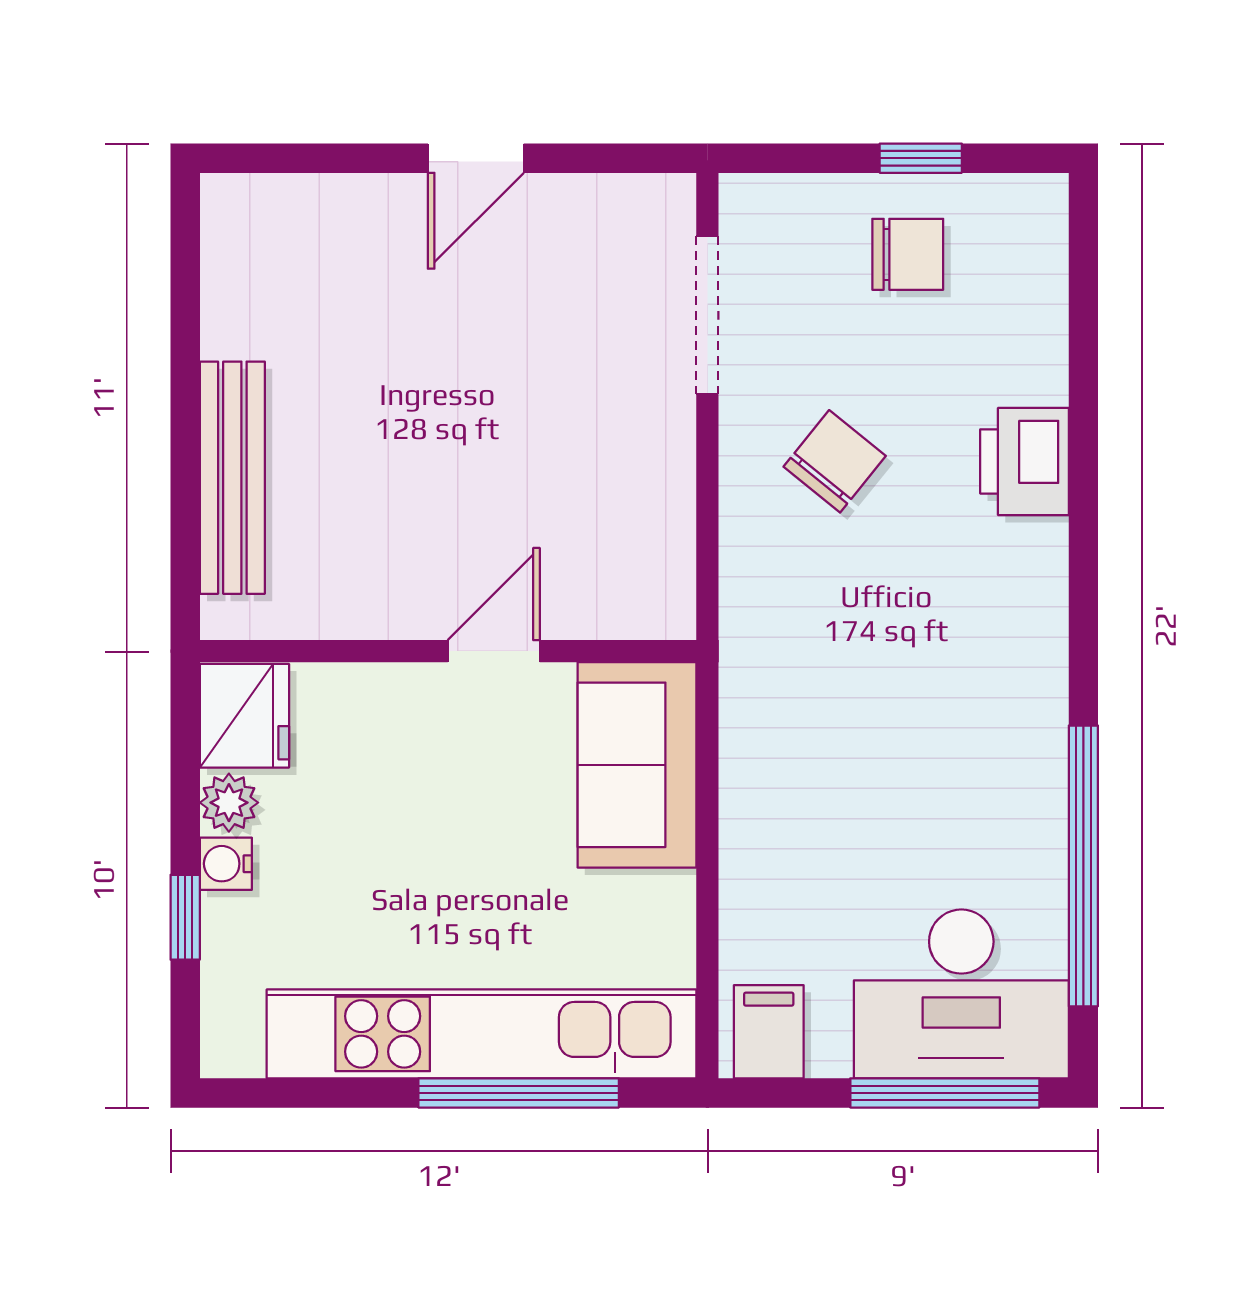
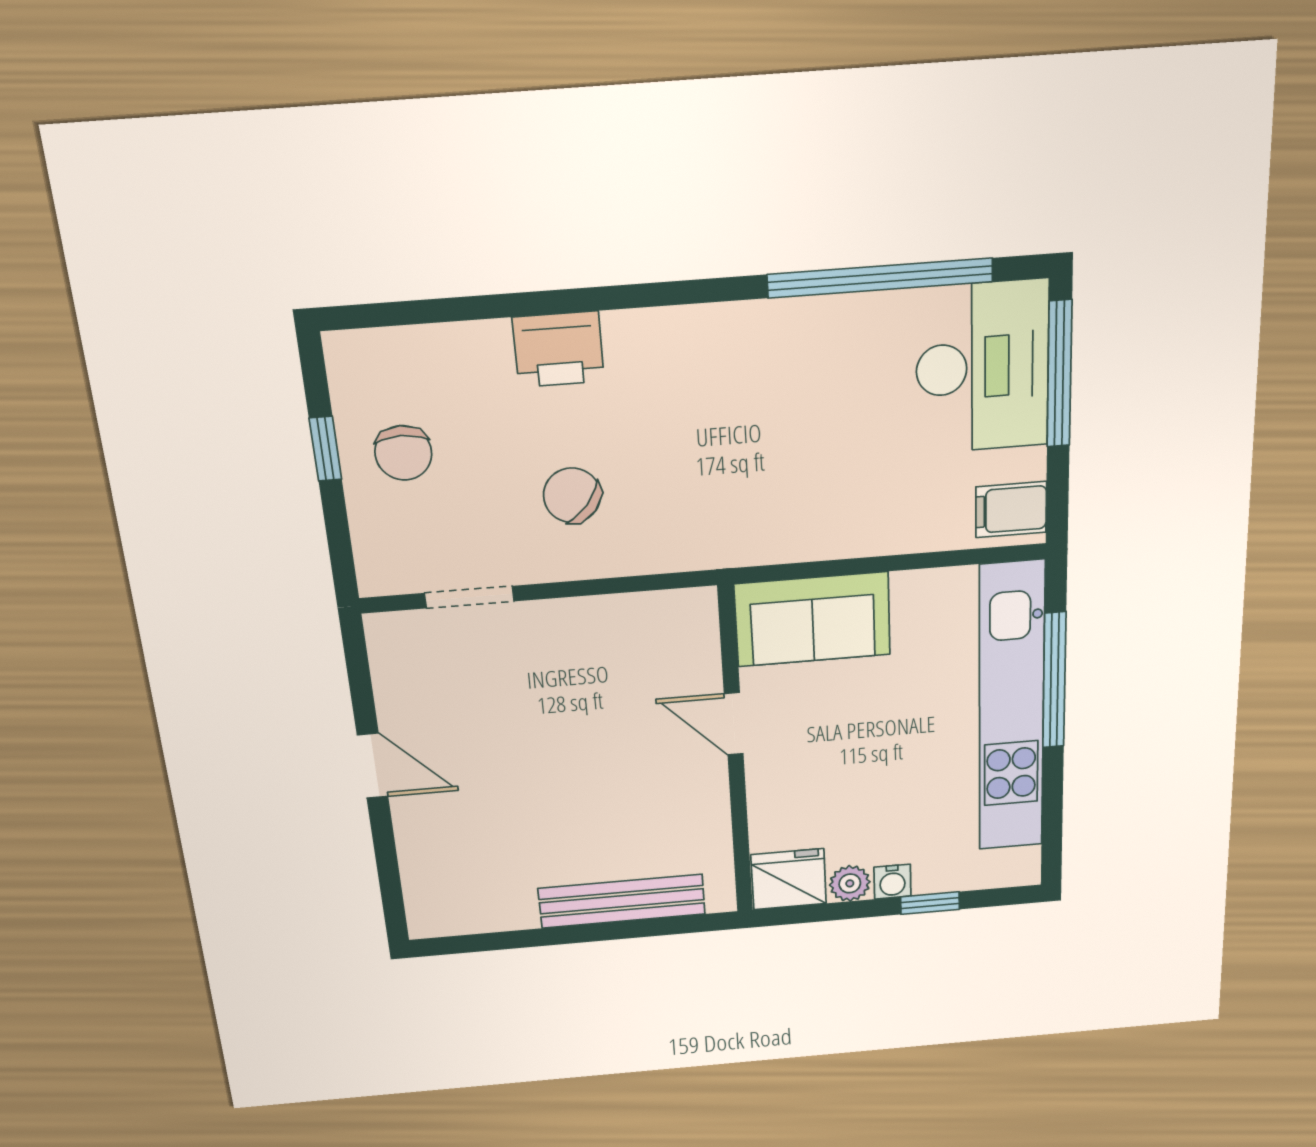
chair: (908, 254) -> (403, 453), turned 180
doorway: (707, 315) -> (469, 597), width x0.73

